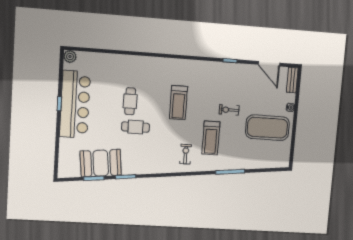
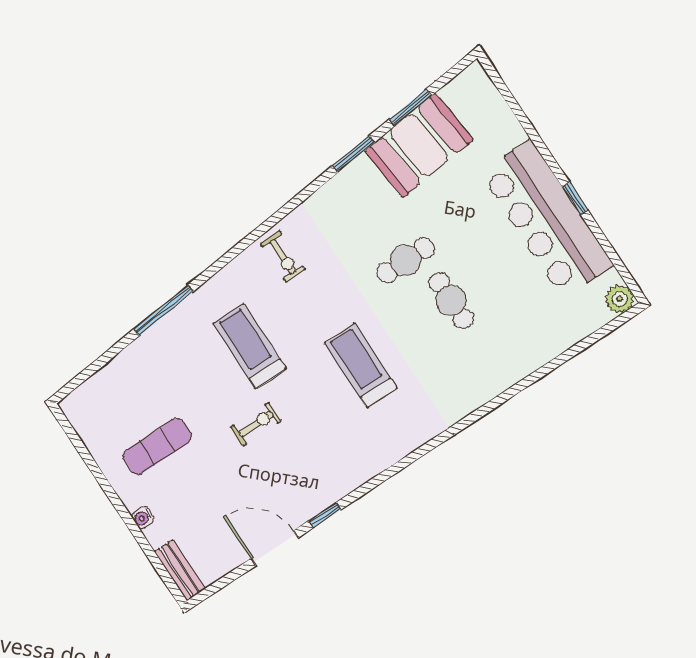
door: (269, 64) -> (275, 548), moved
exercise mat: (267, 128) -> (157, 446), width x0.50, depth x0.69
exercise bike: (186, 154) -> (283, 257), moved

